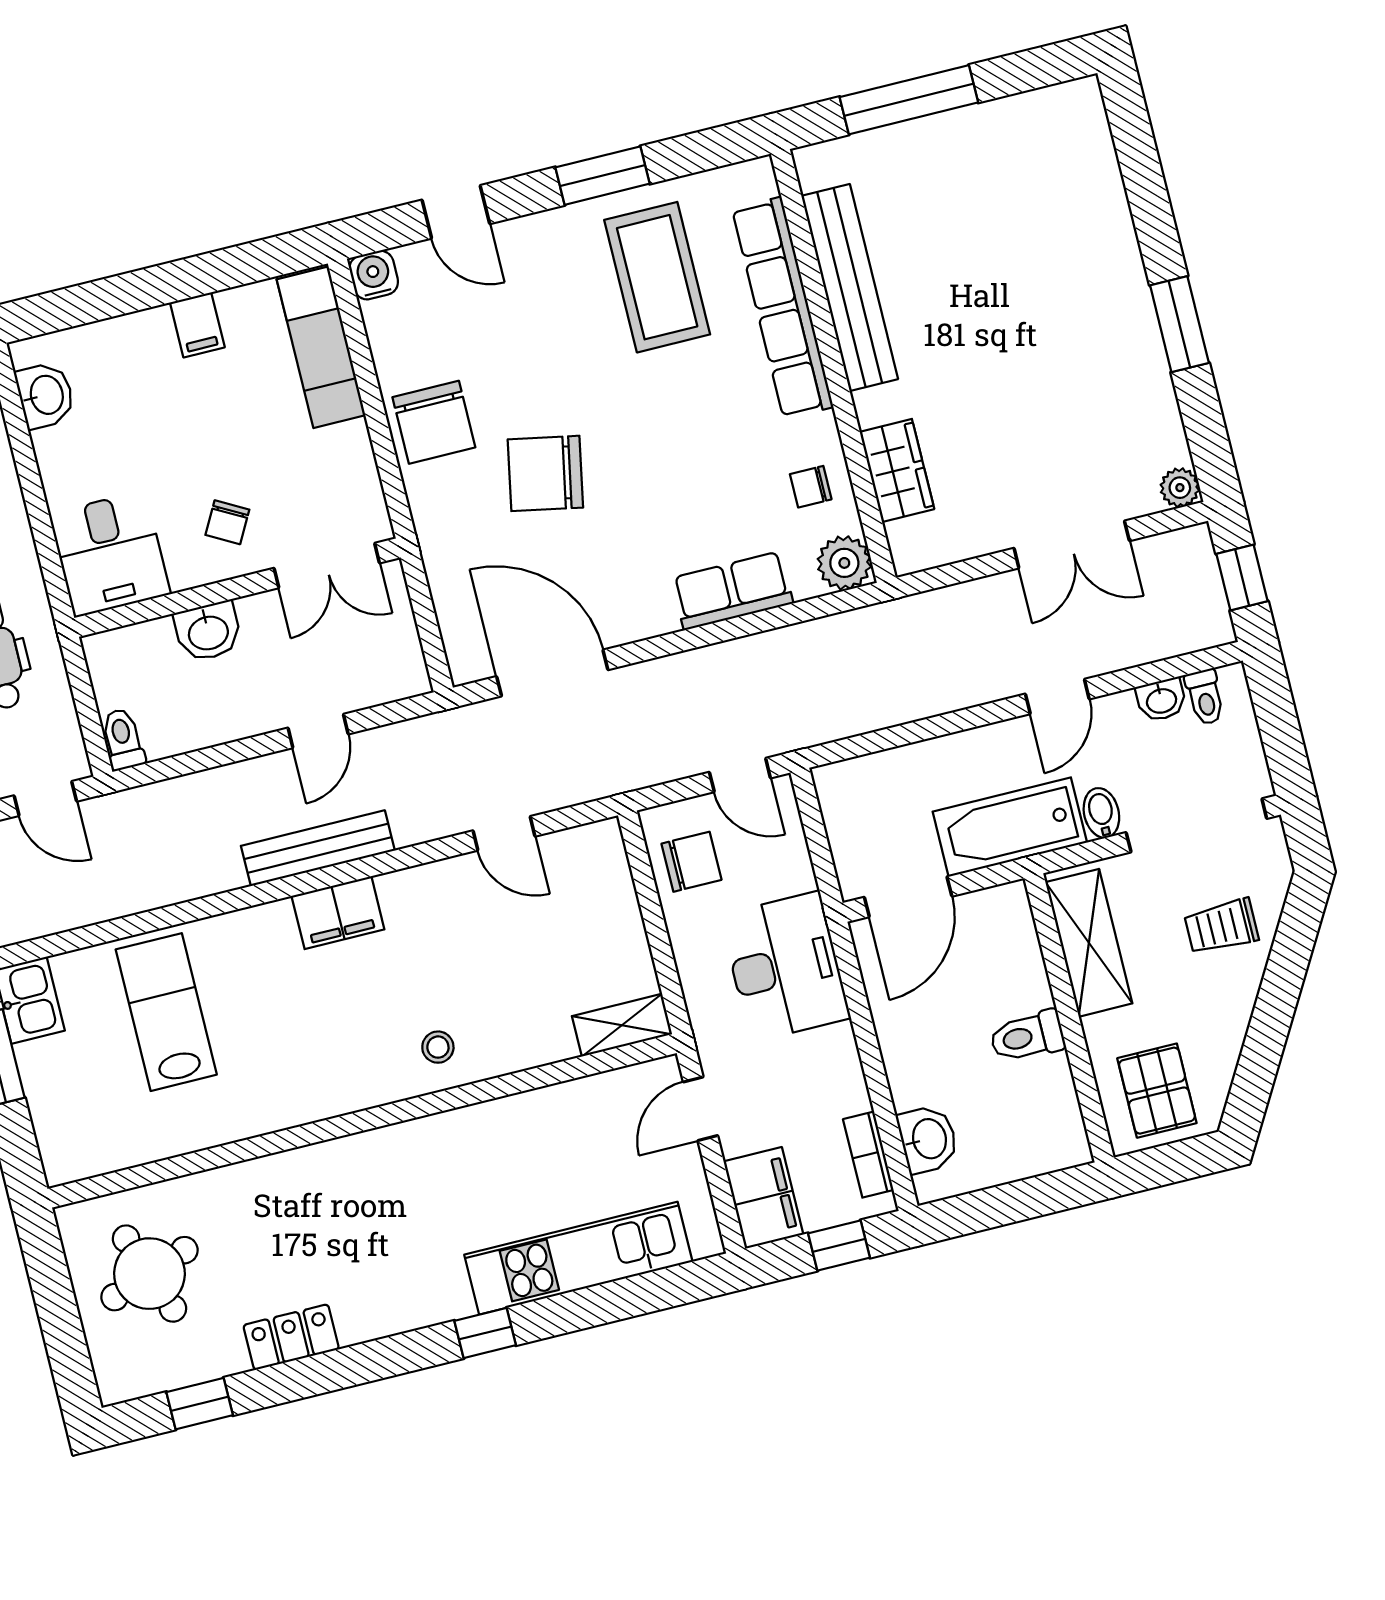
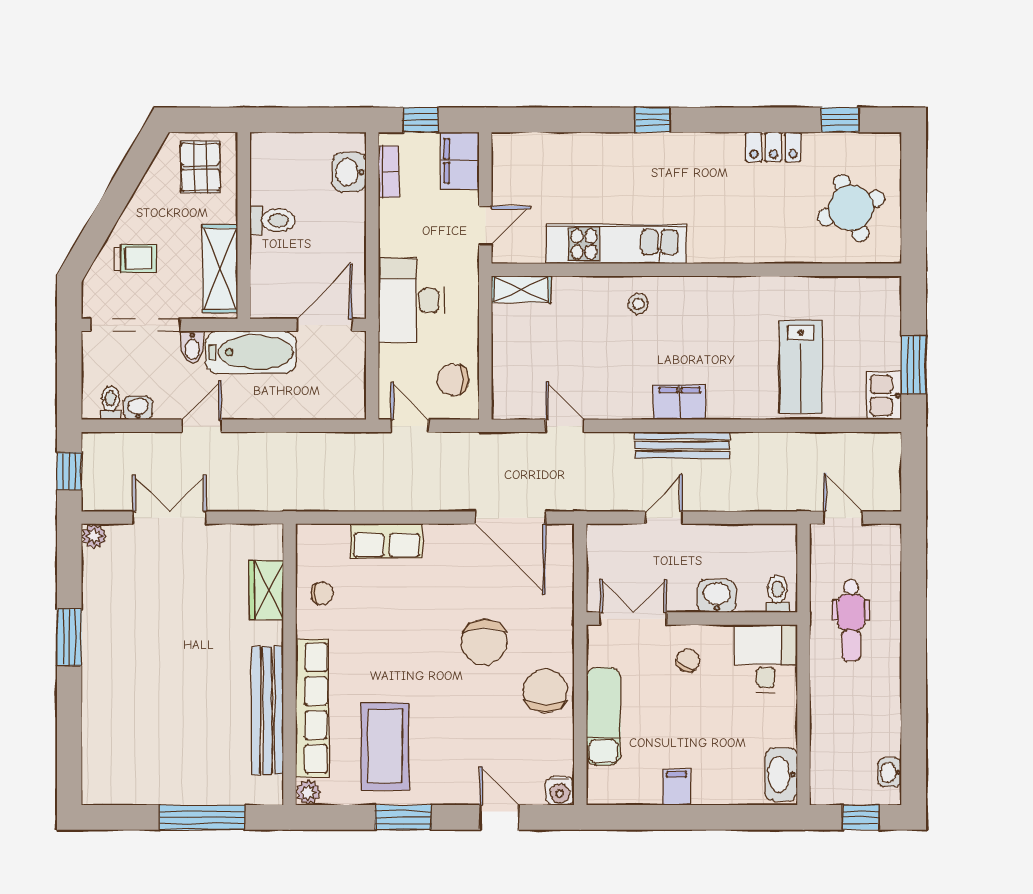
exam couch: (321, 347) -> (603, 716), moved
washbasin: (45, 395) -> (781, 774), width x1.38
chair: (545, 473) -> (484, 642), turned 79
plant: (844, 563) -> (308, 792), moved, width x0.73, depth x0.73
toilet: (123, 739) -> (777, 594), moved, turned 180
kitchen unit: (578, 1258) -> (616, 244), moved, turned 180

